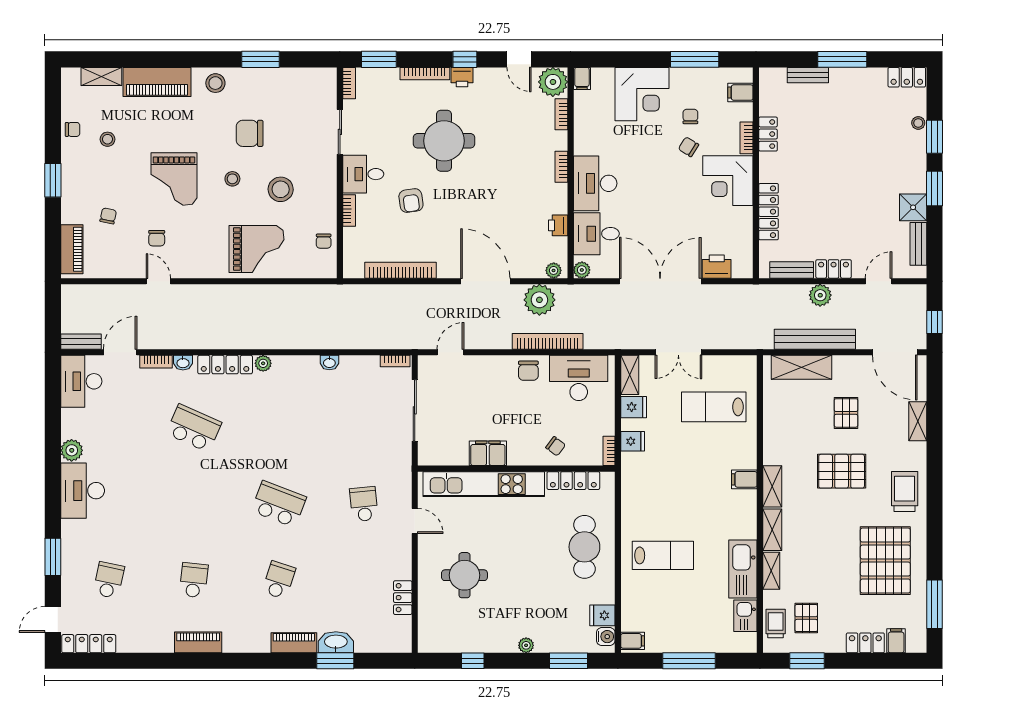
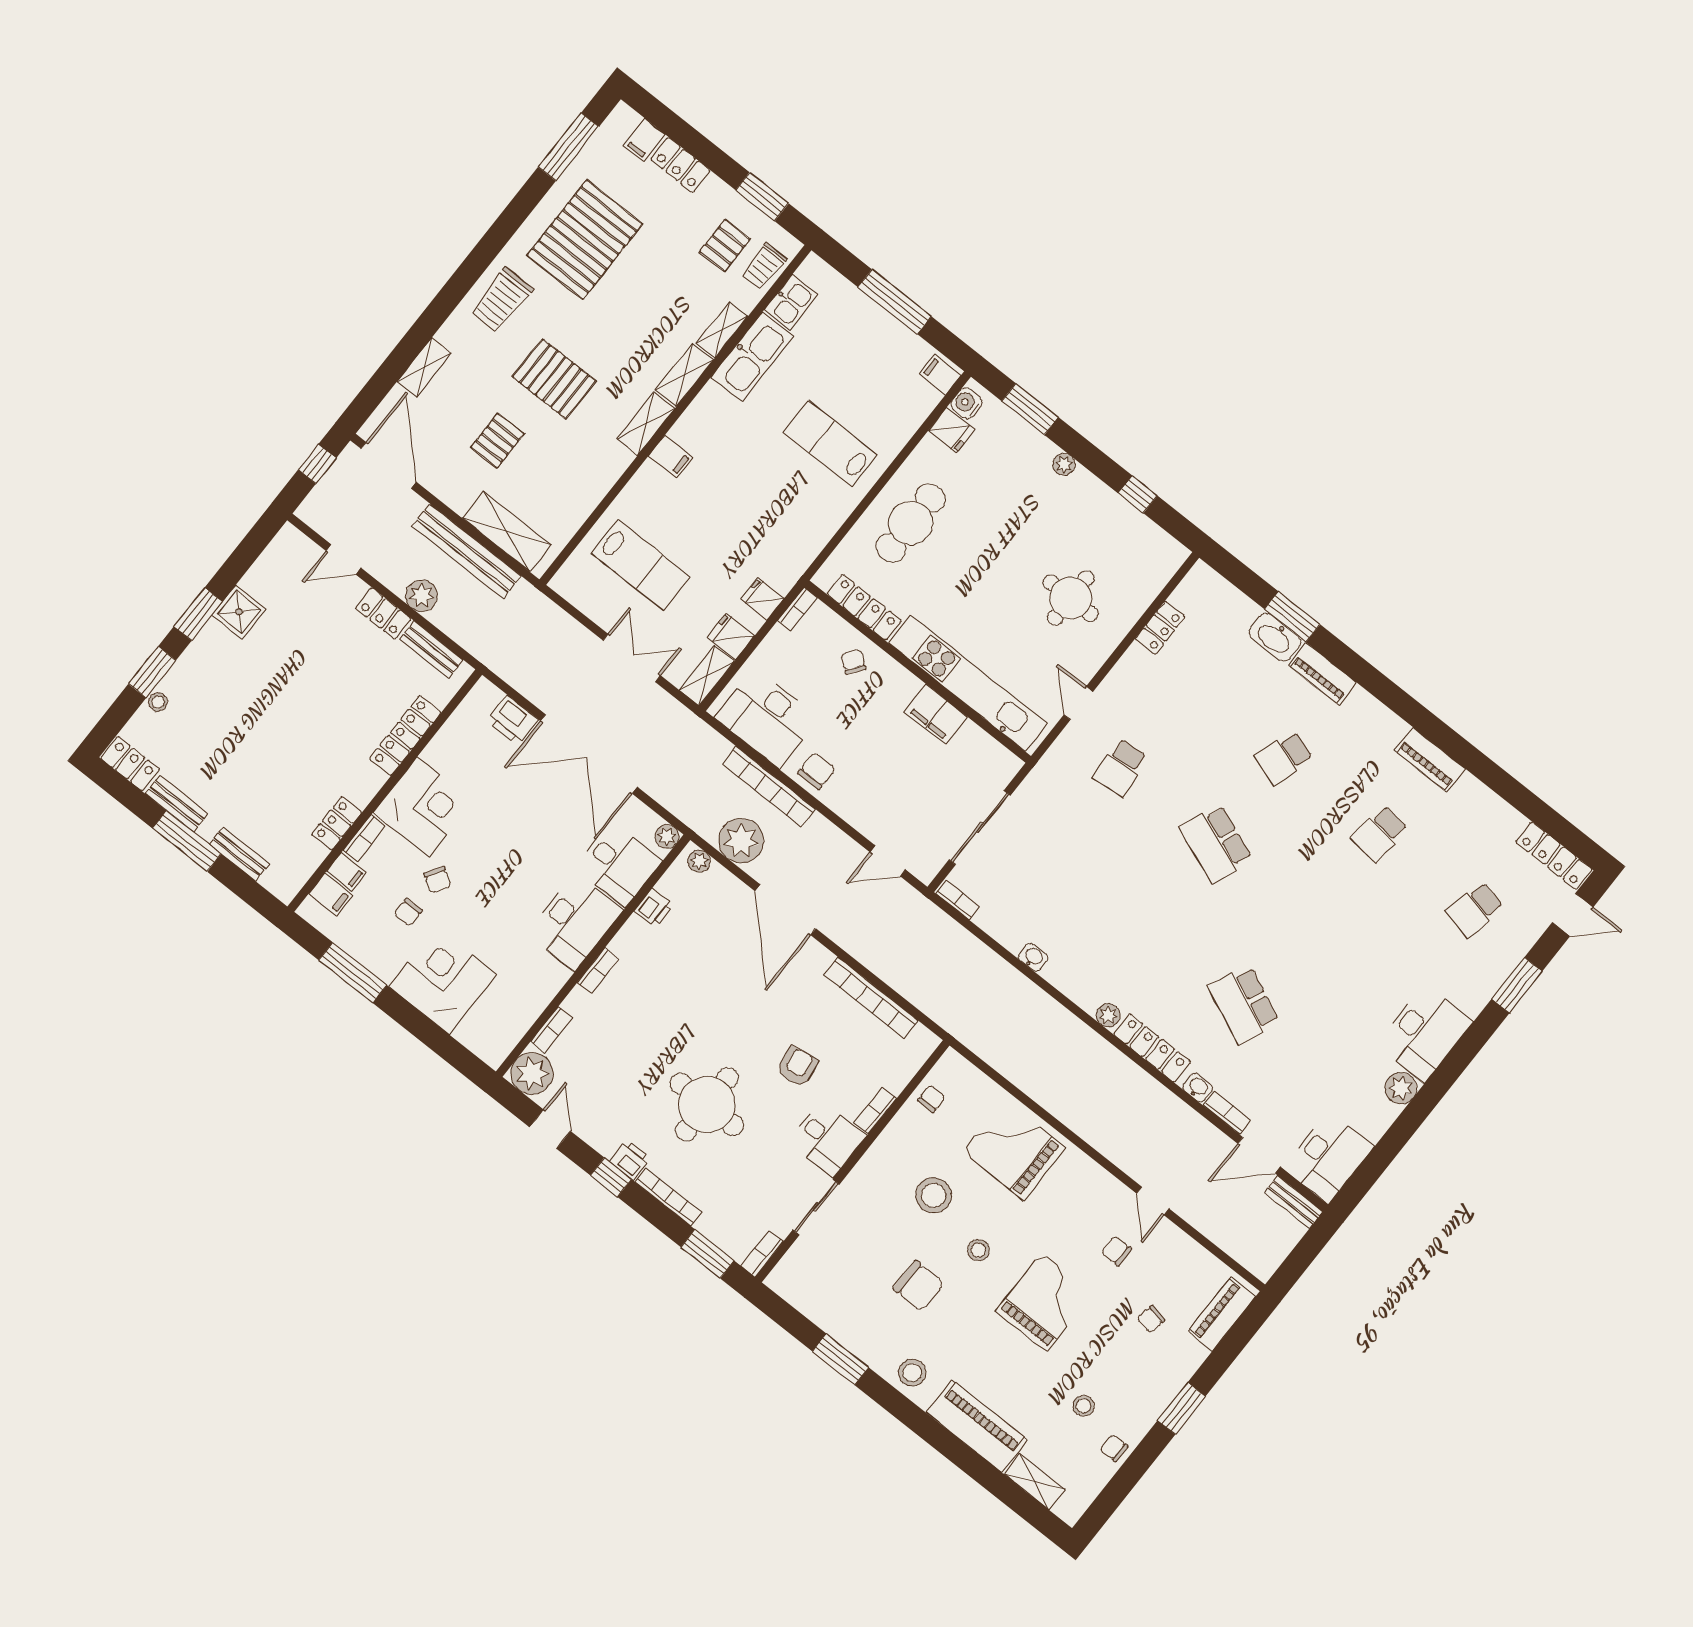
filing cabinet: (582, 78) -> (347, 872), moved, turned 90
chair: (157, 238) -> (1116, 1251), turned -90
bench: (918, 244) -> (177, 804), moved, turned 90

